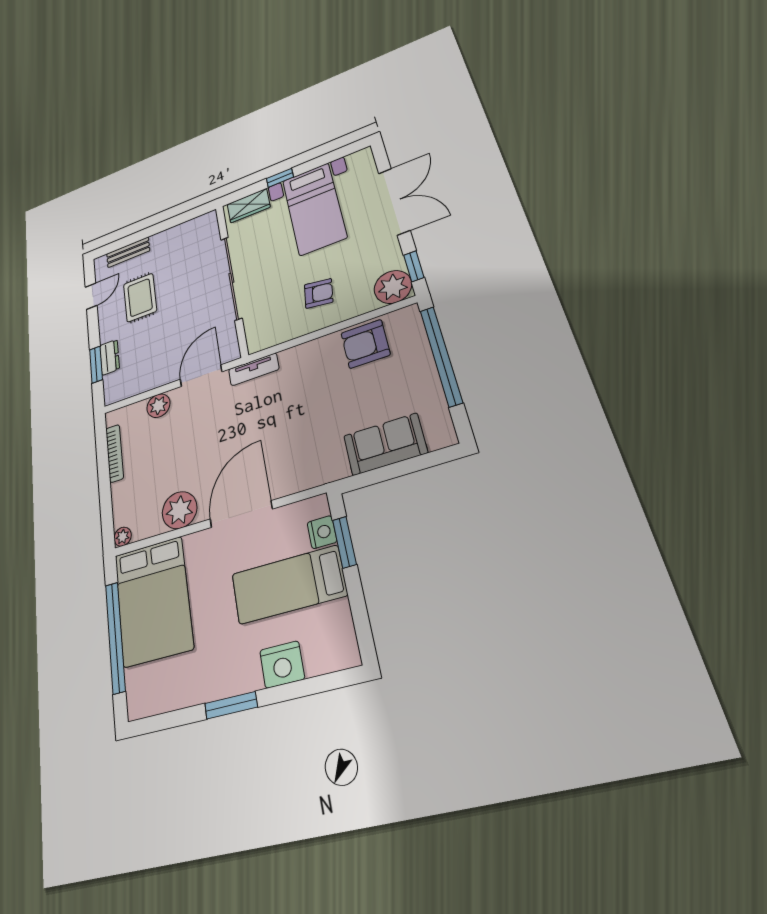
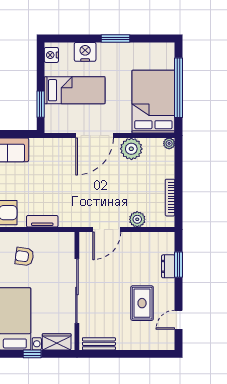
bench: (128, 252) -> (99, 344), moved
tv unit: (254, 369) -> (42, 221), moved
nightstand: (322, 532) -> (51, 55), moved

